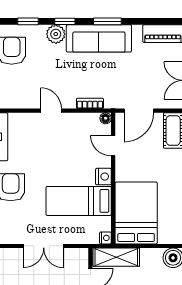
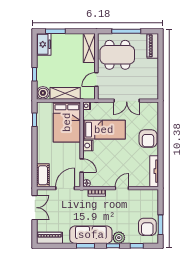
door: (51, 111) -> (122, 188), swing flipped
double door: (44, 246) -> (127, 101), swing flipped
shelving: (116, 257) -> (65, 93), moved

